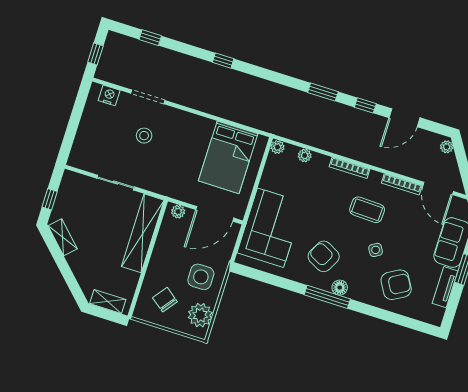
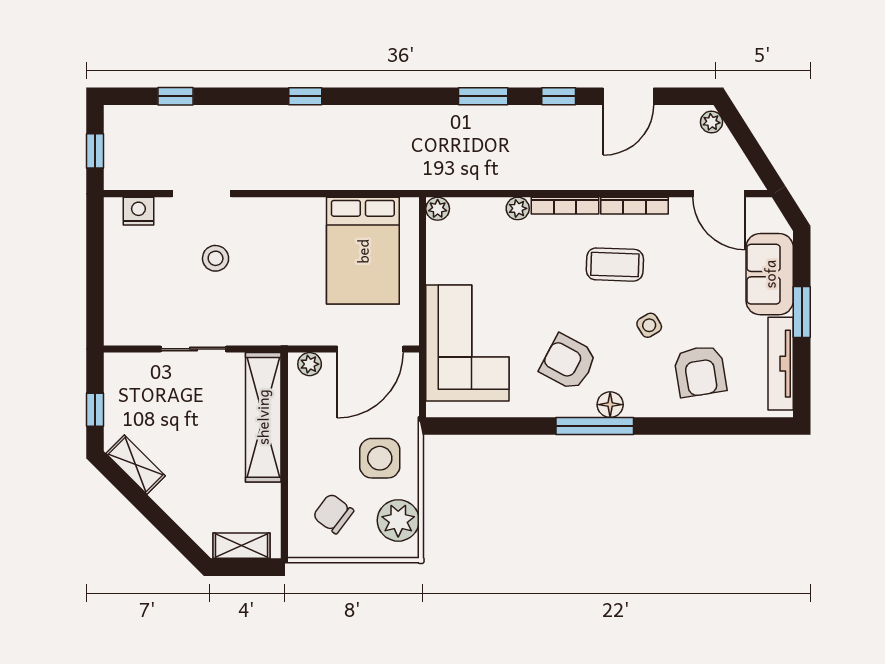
plant: (305, 155) -> (518, 208), moved
bookcase: (402, 184) -> (634, 206), moved
armchair: (396, 285) -> (700, 371), turned 111
tv unit: (445, 287) -> (781, 364), width x1.41

